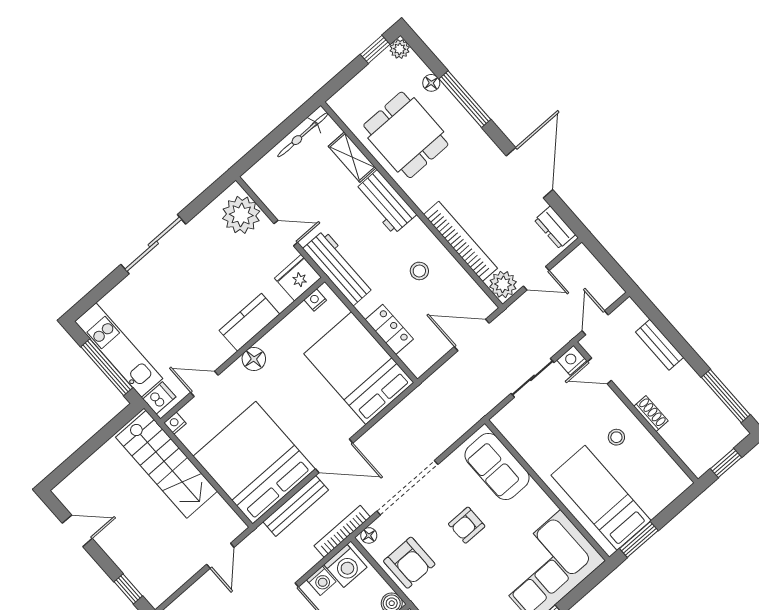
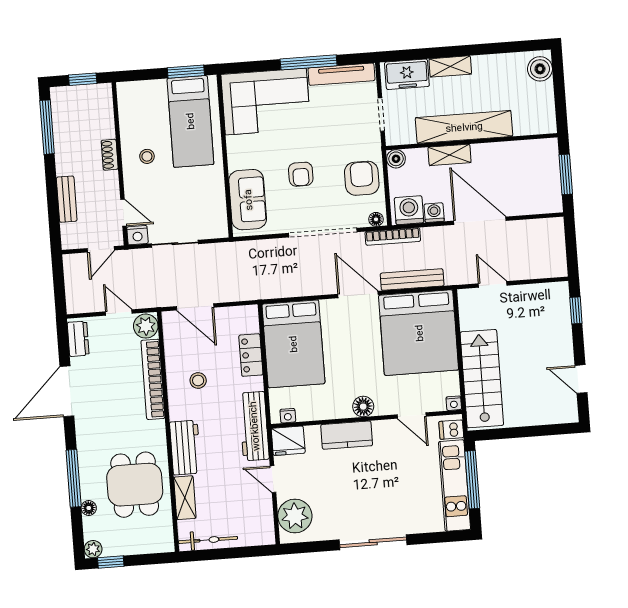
armchair: (467, 525) -> (301, 174), turned 90
door: (220, 556) -> (493, 284), hinge flipped

